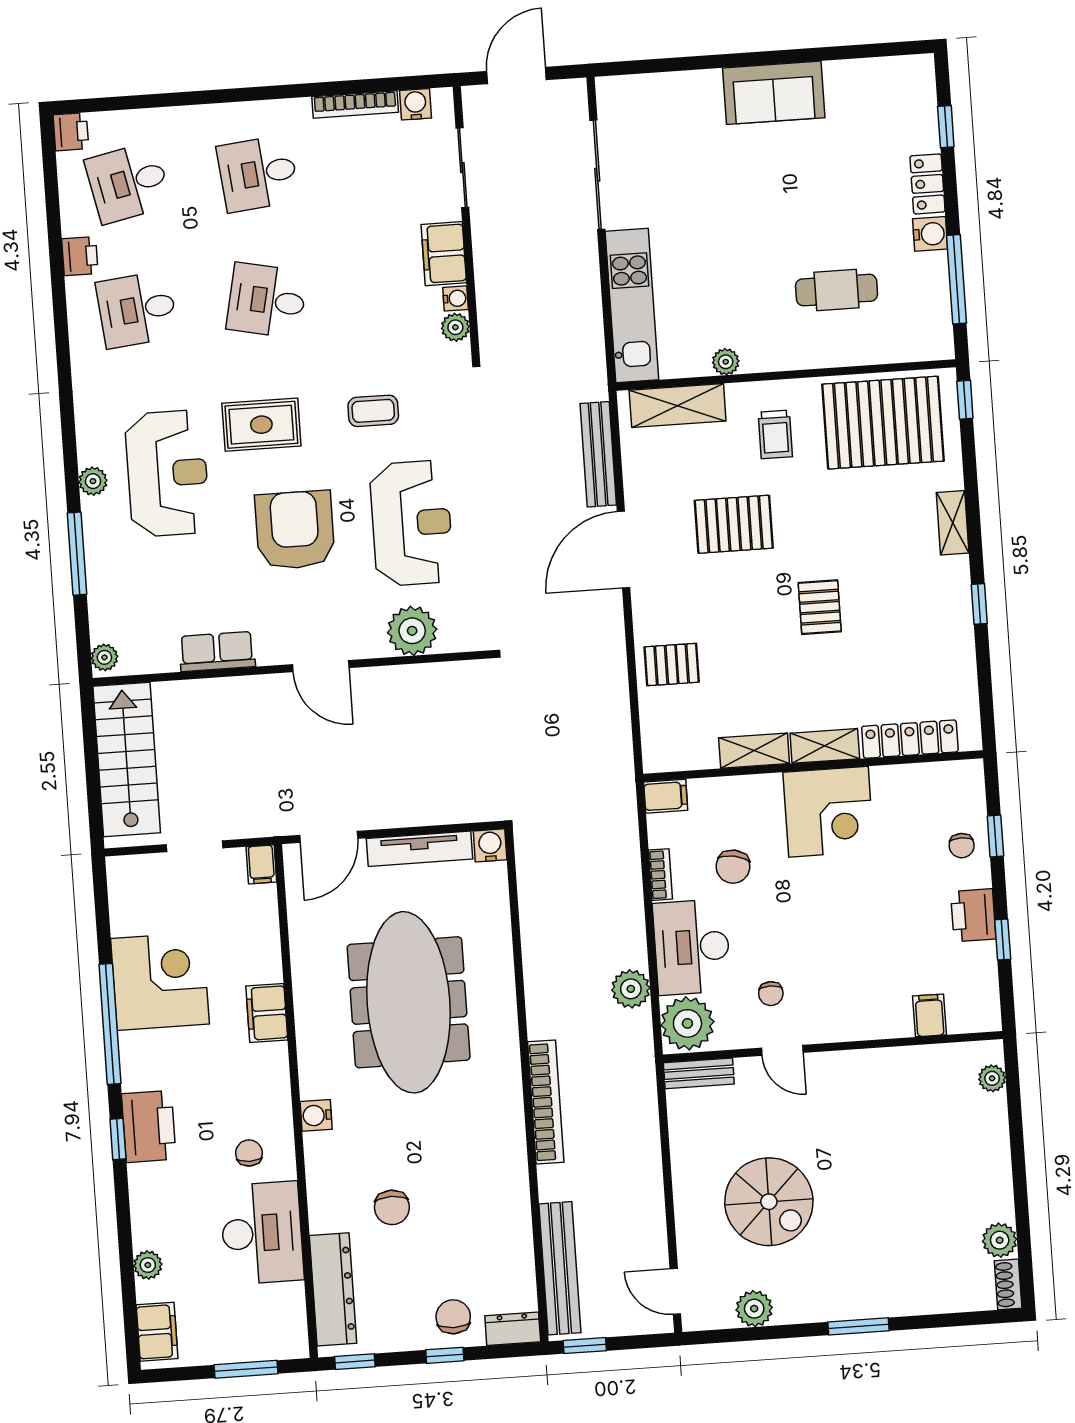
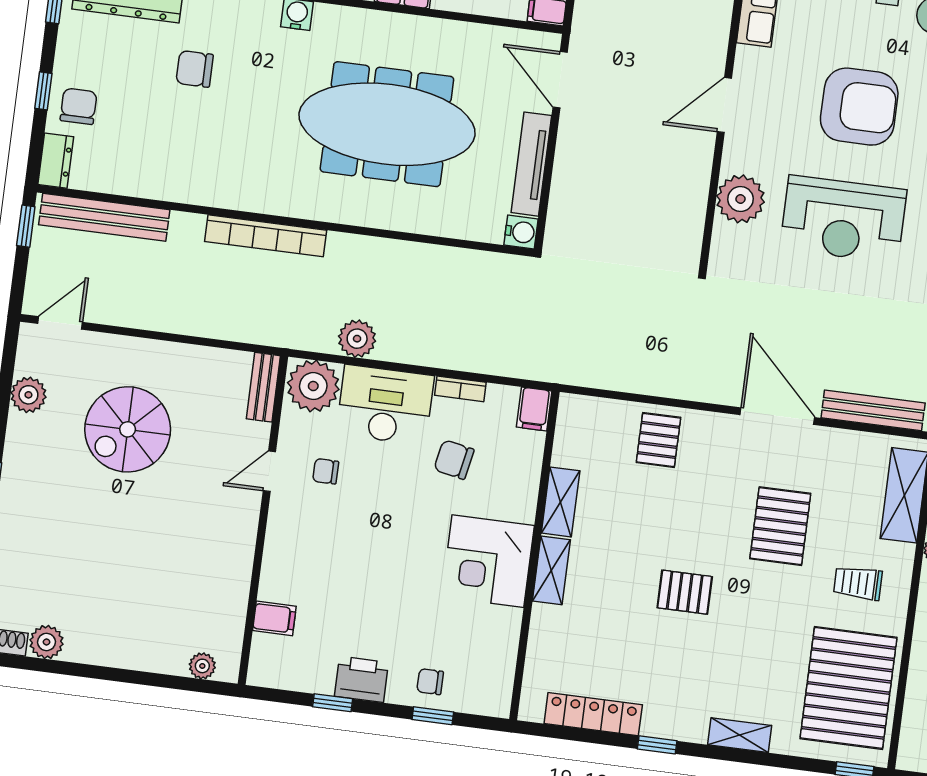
locker: (910, 739) -> (593, 714), moved, turned -90
chair: (453, 1317) -> (79, 106), turned -90

